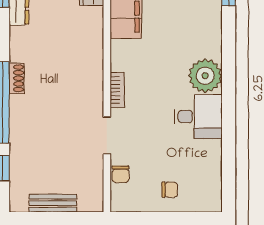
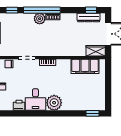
plant: (21, 107) -> (40, 19), added
printer: (211, 153) -> (19, 105), added

